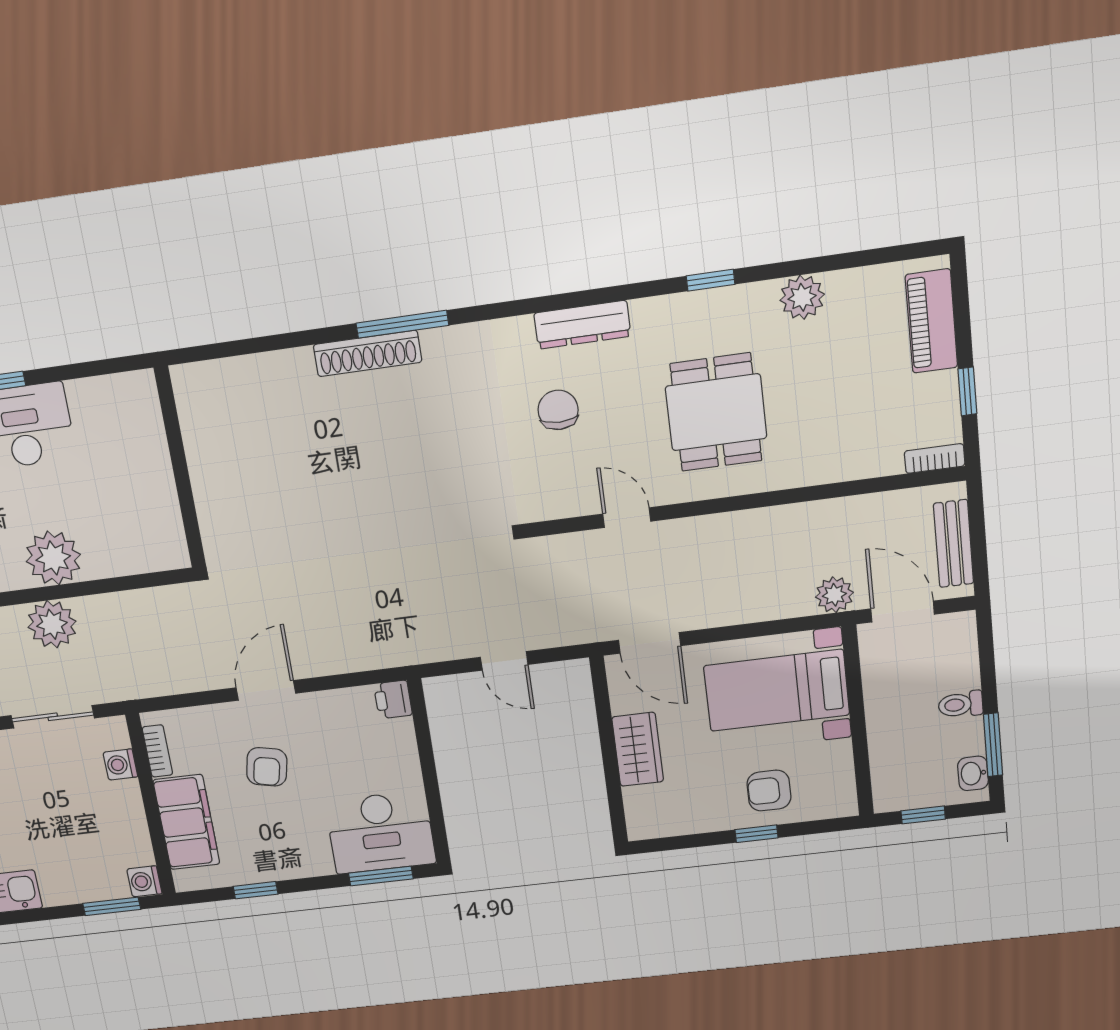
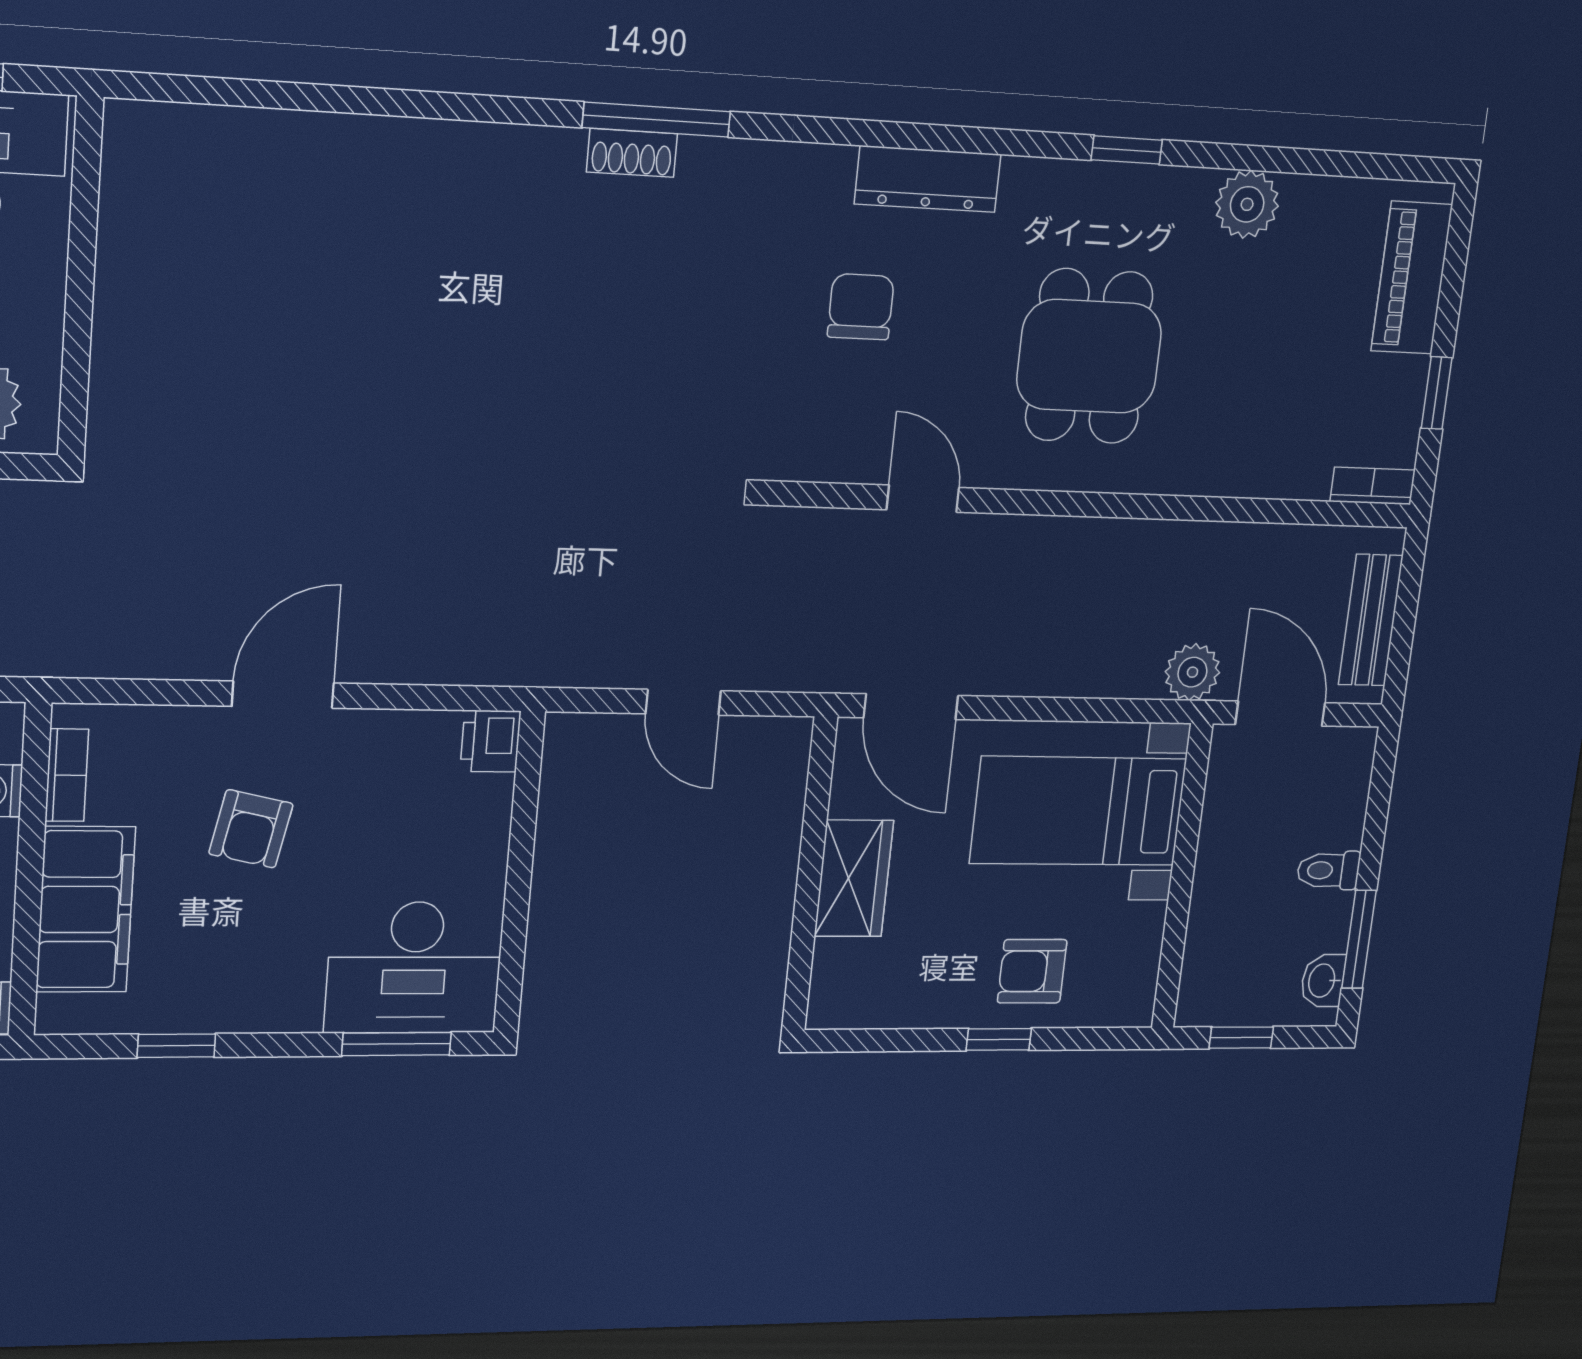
shoe rack: (368, 353) -> (632, 153), width x0.51, depth x0.81
wall: (180, 468) -> (80, 278), moved

